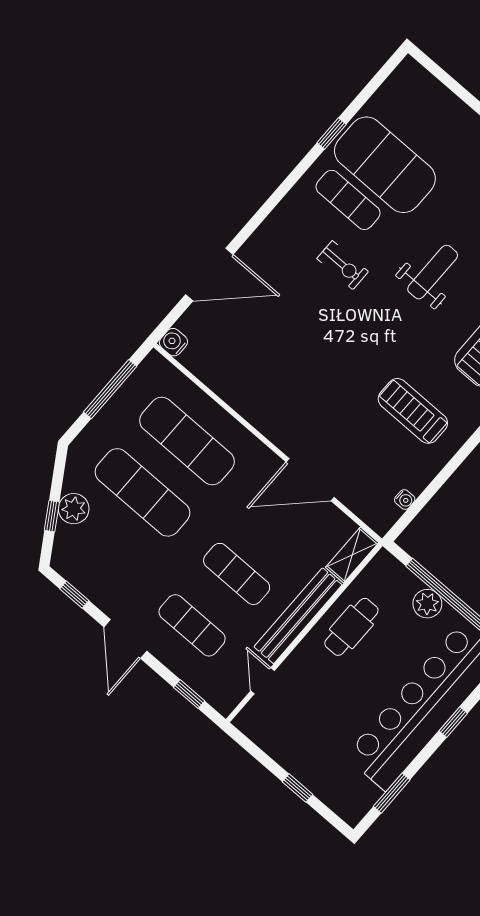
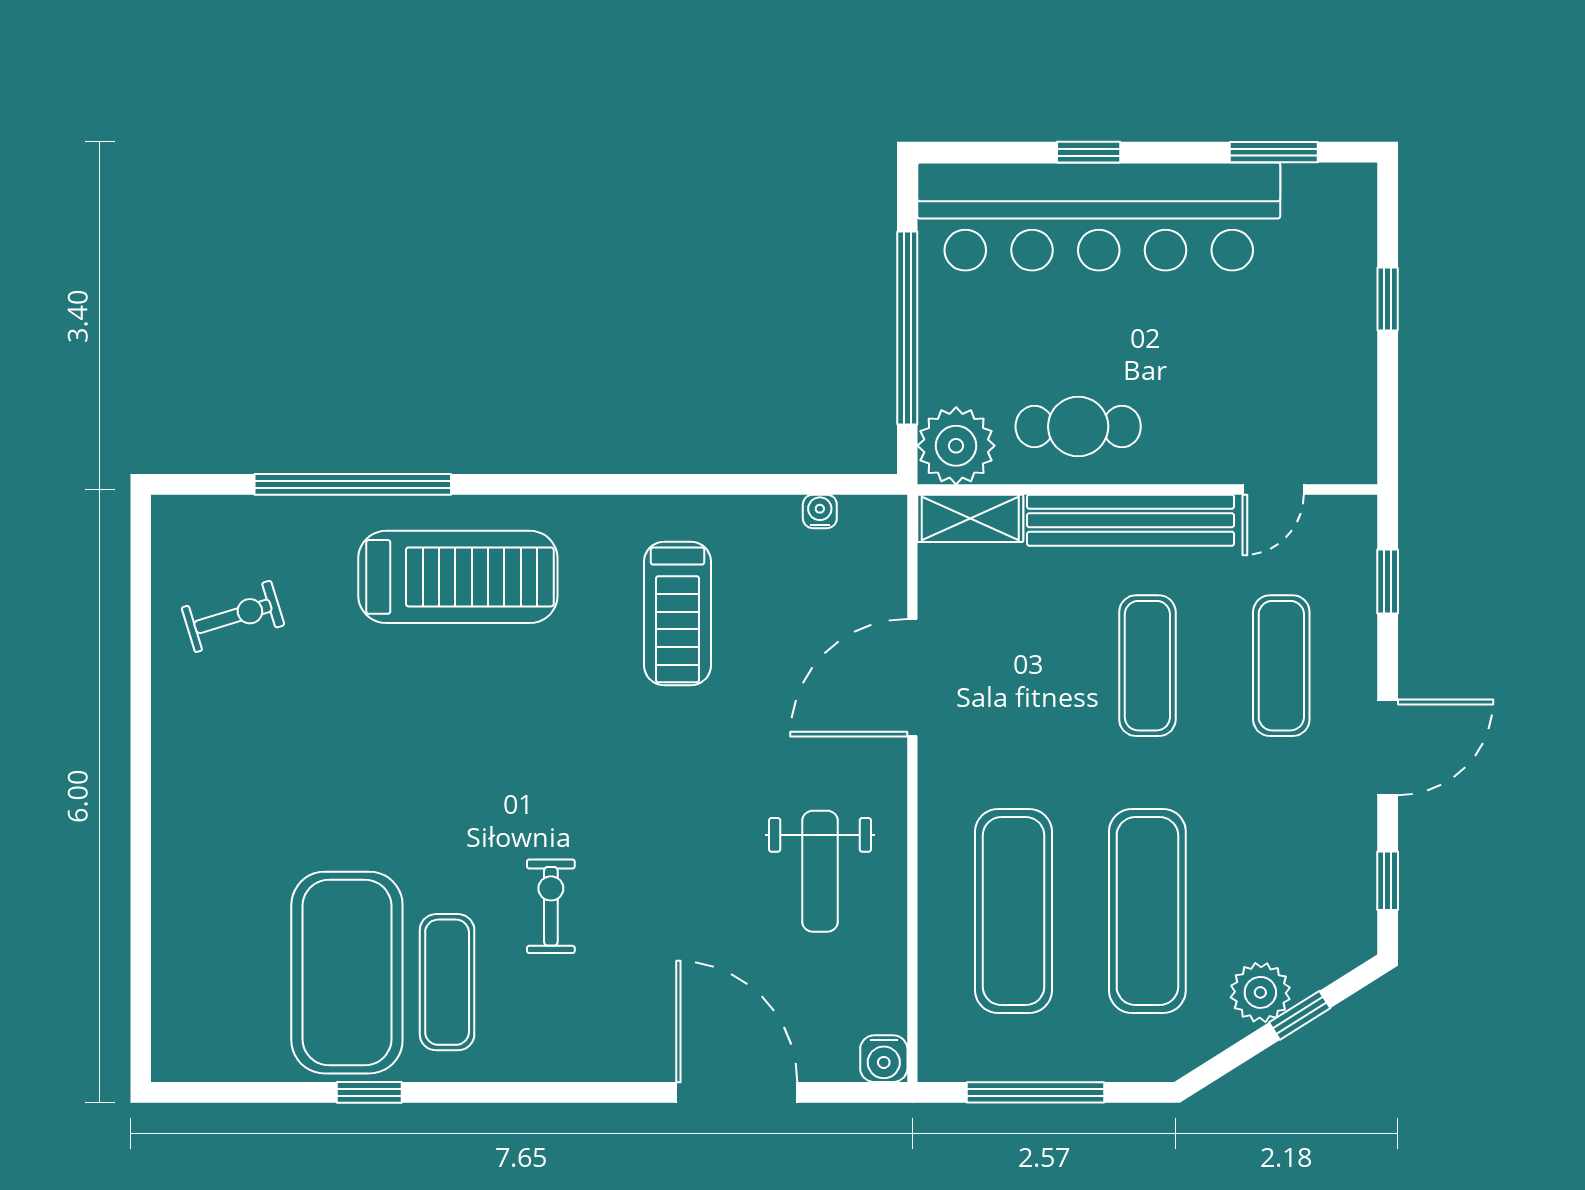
weight bench: (433, 272) -> (820, 871), moved, turned -90
door: (310, 480) -> (912, 678), swing flipped
plant: (427, 604) -> (956, 446), moved, width x1.36, depth x1.36

